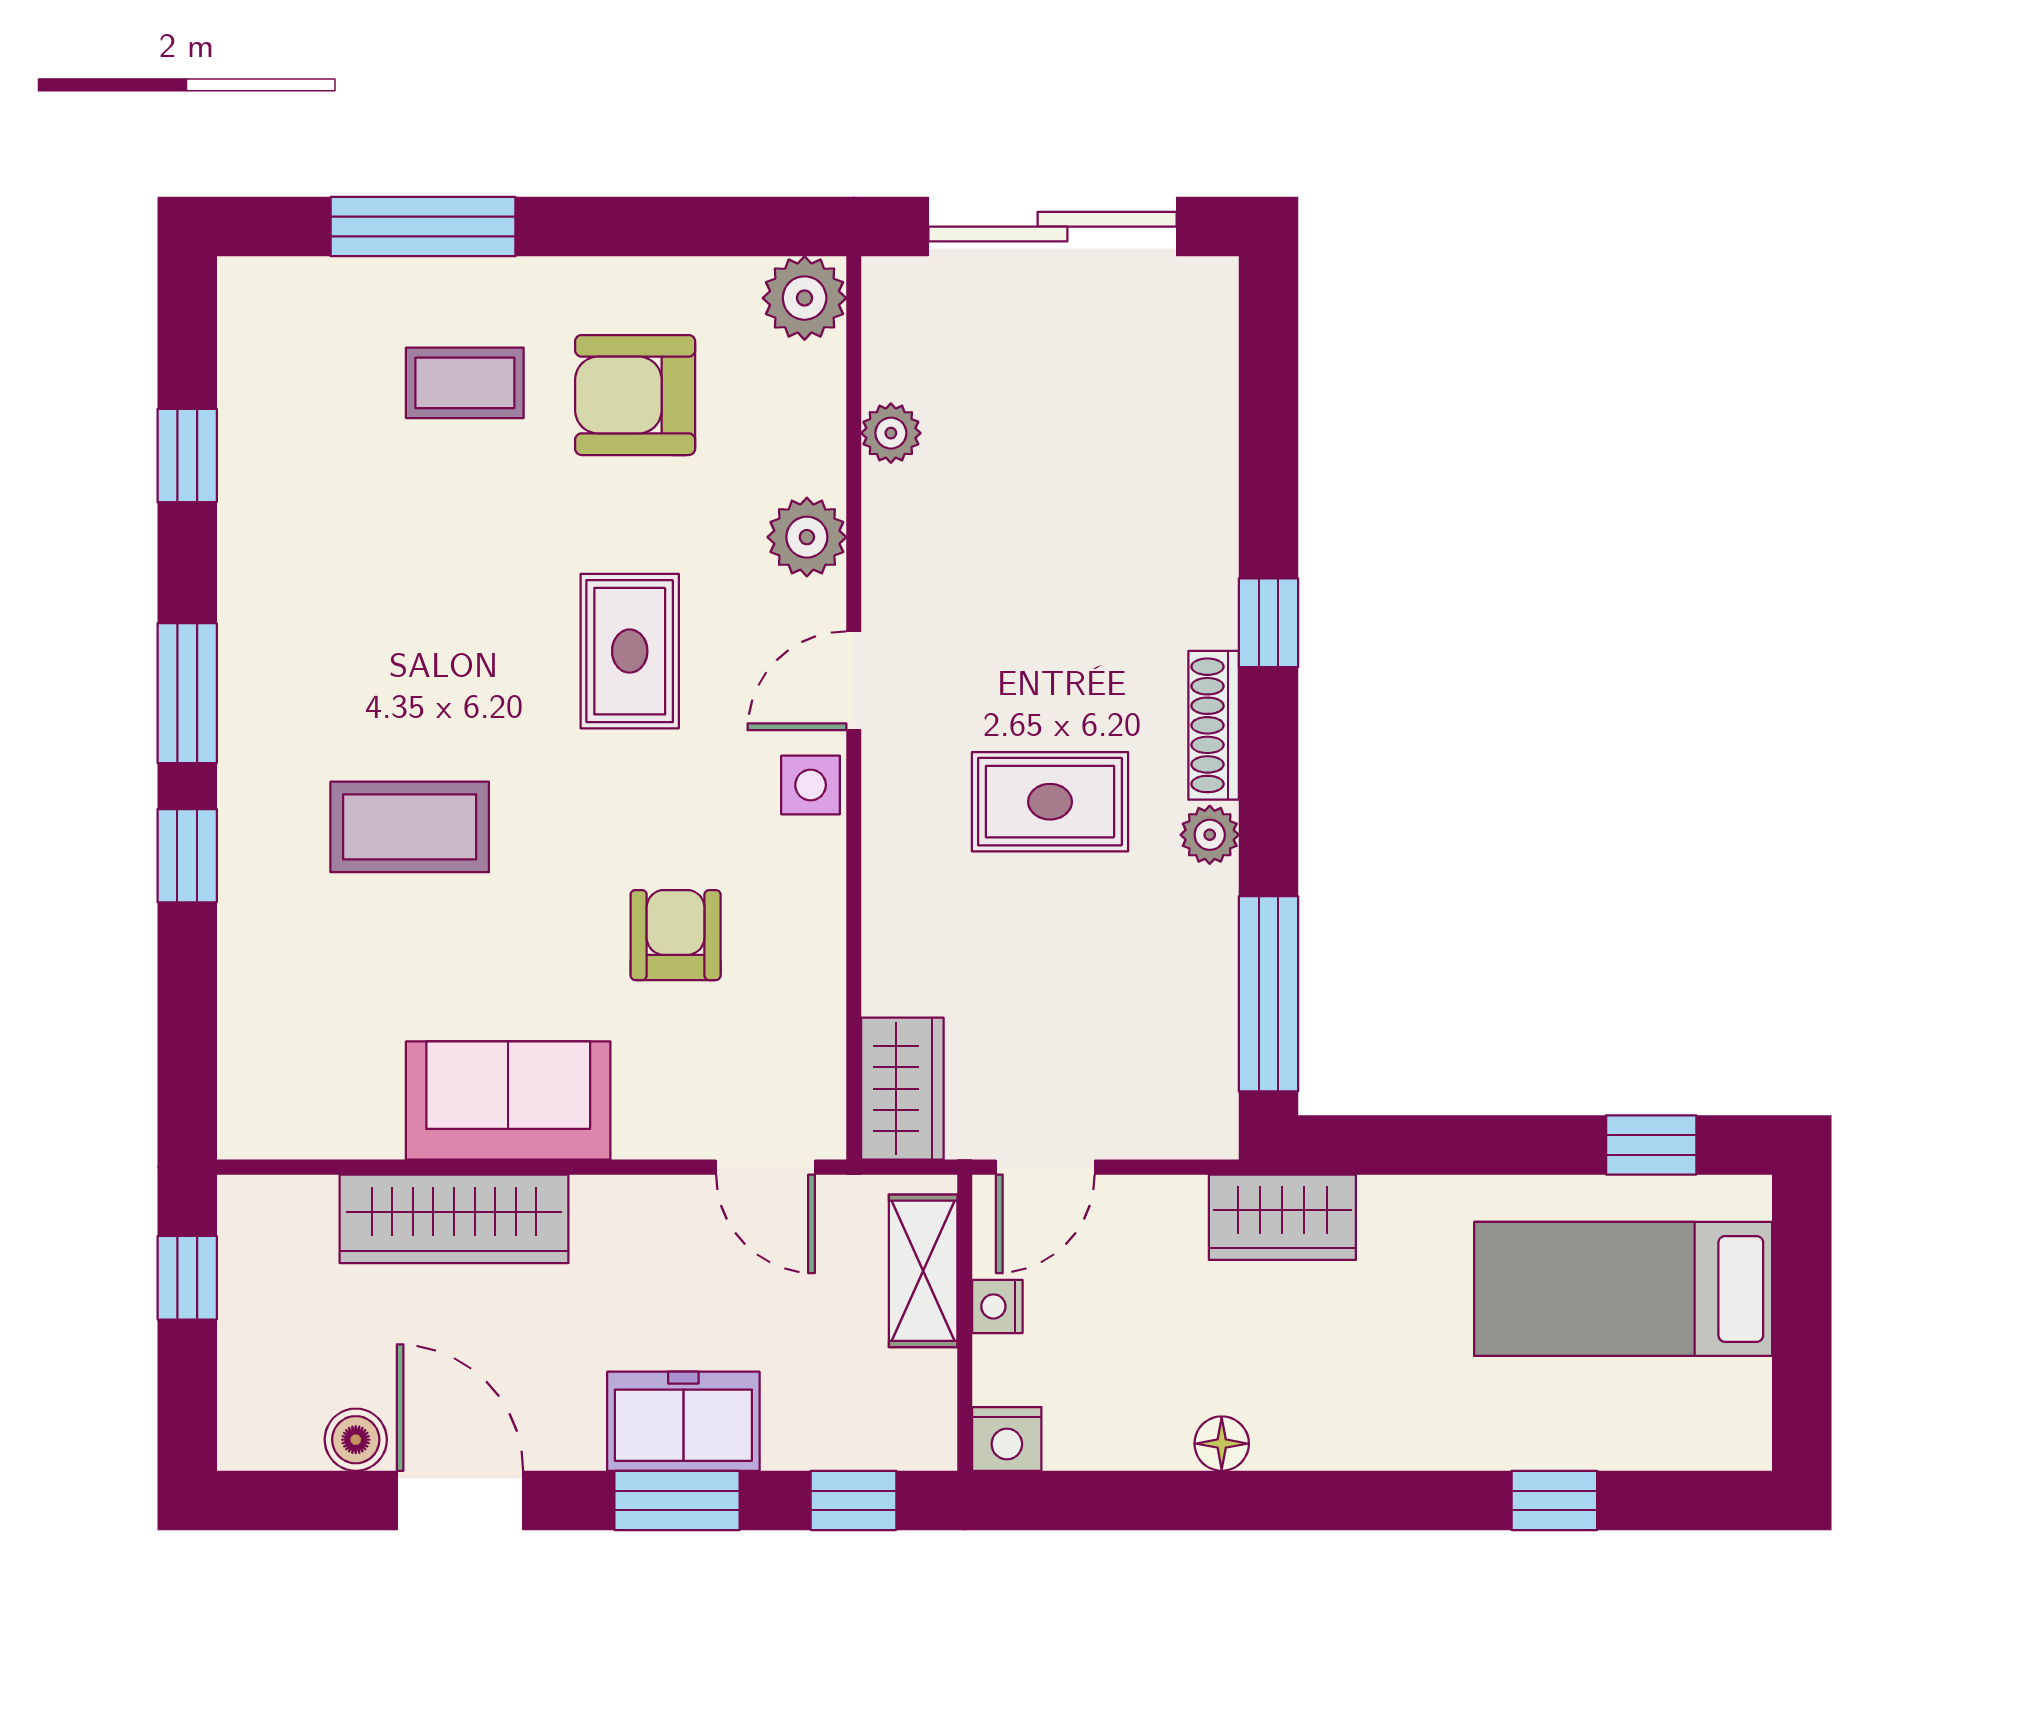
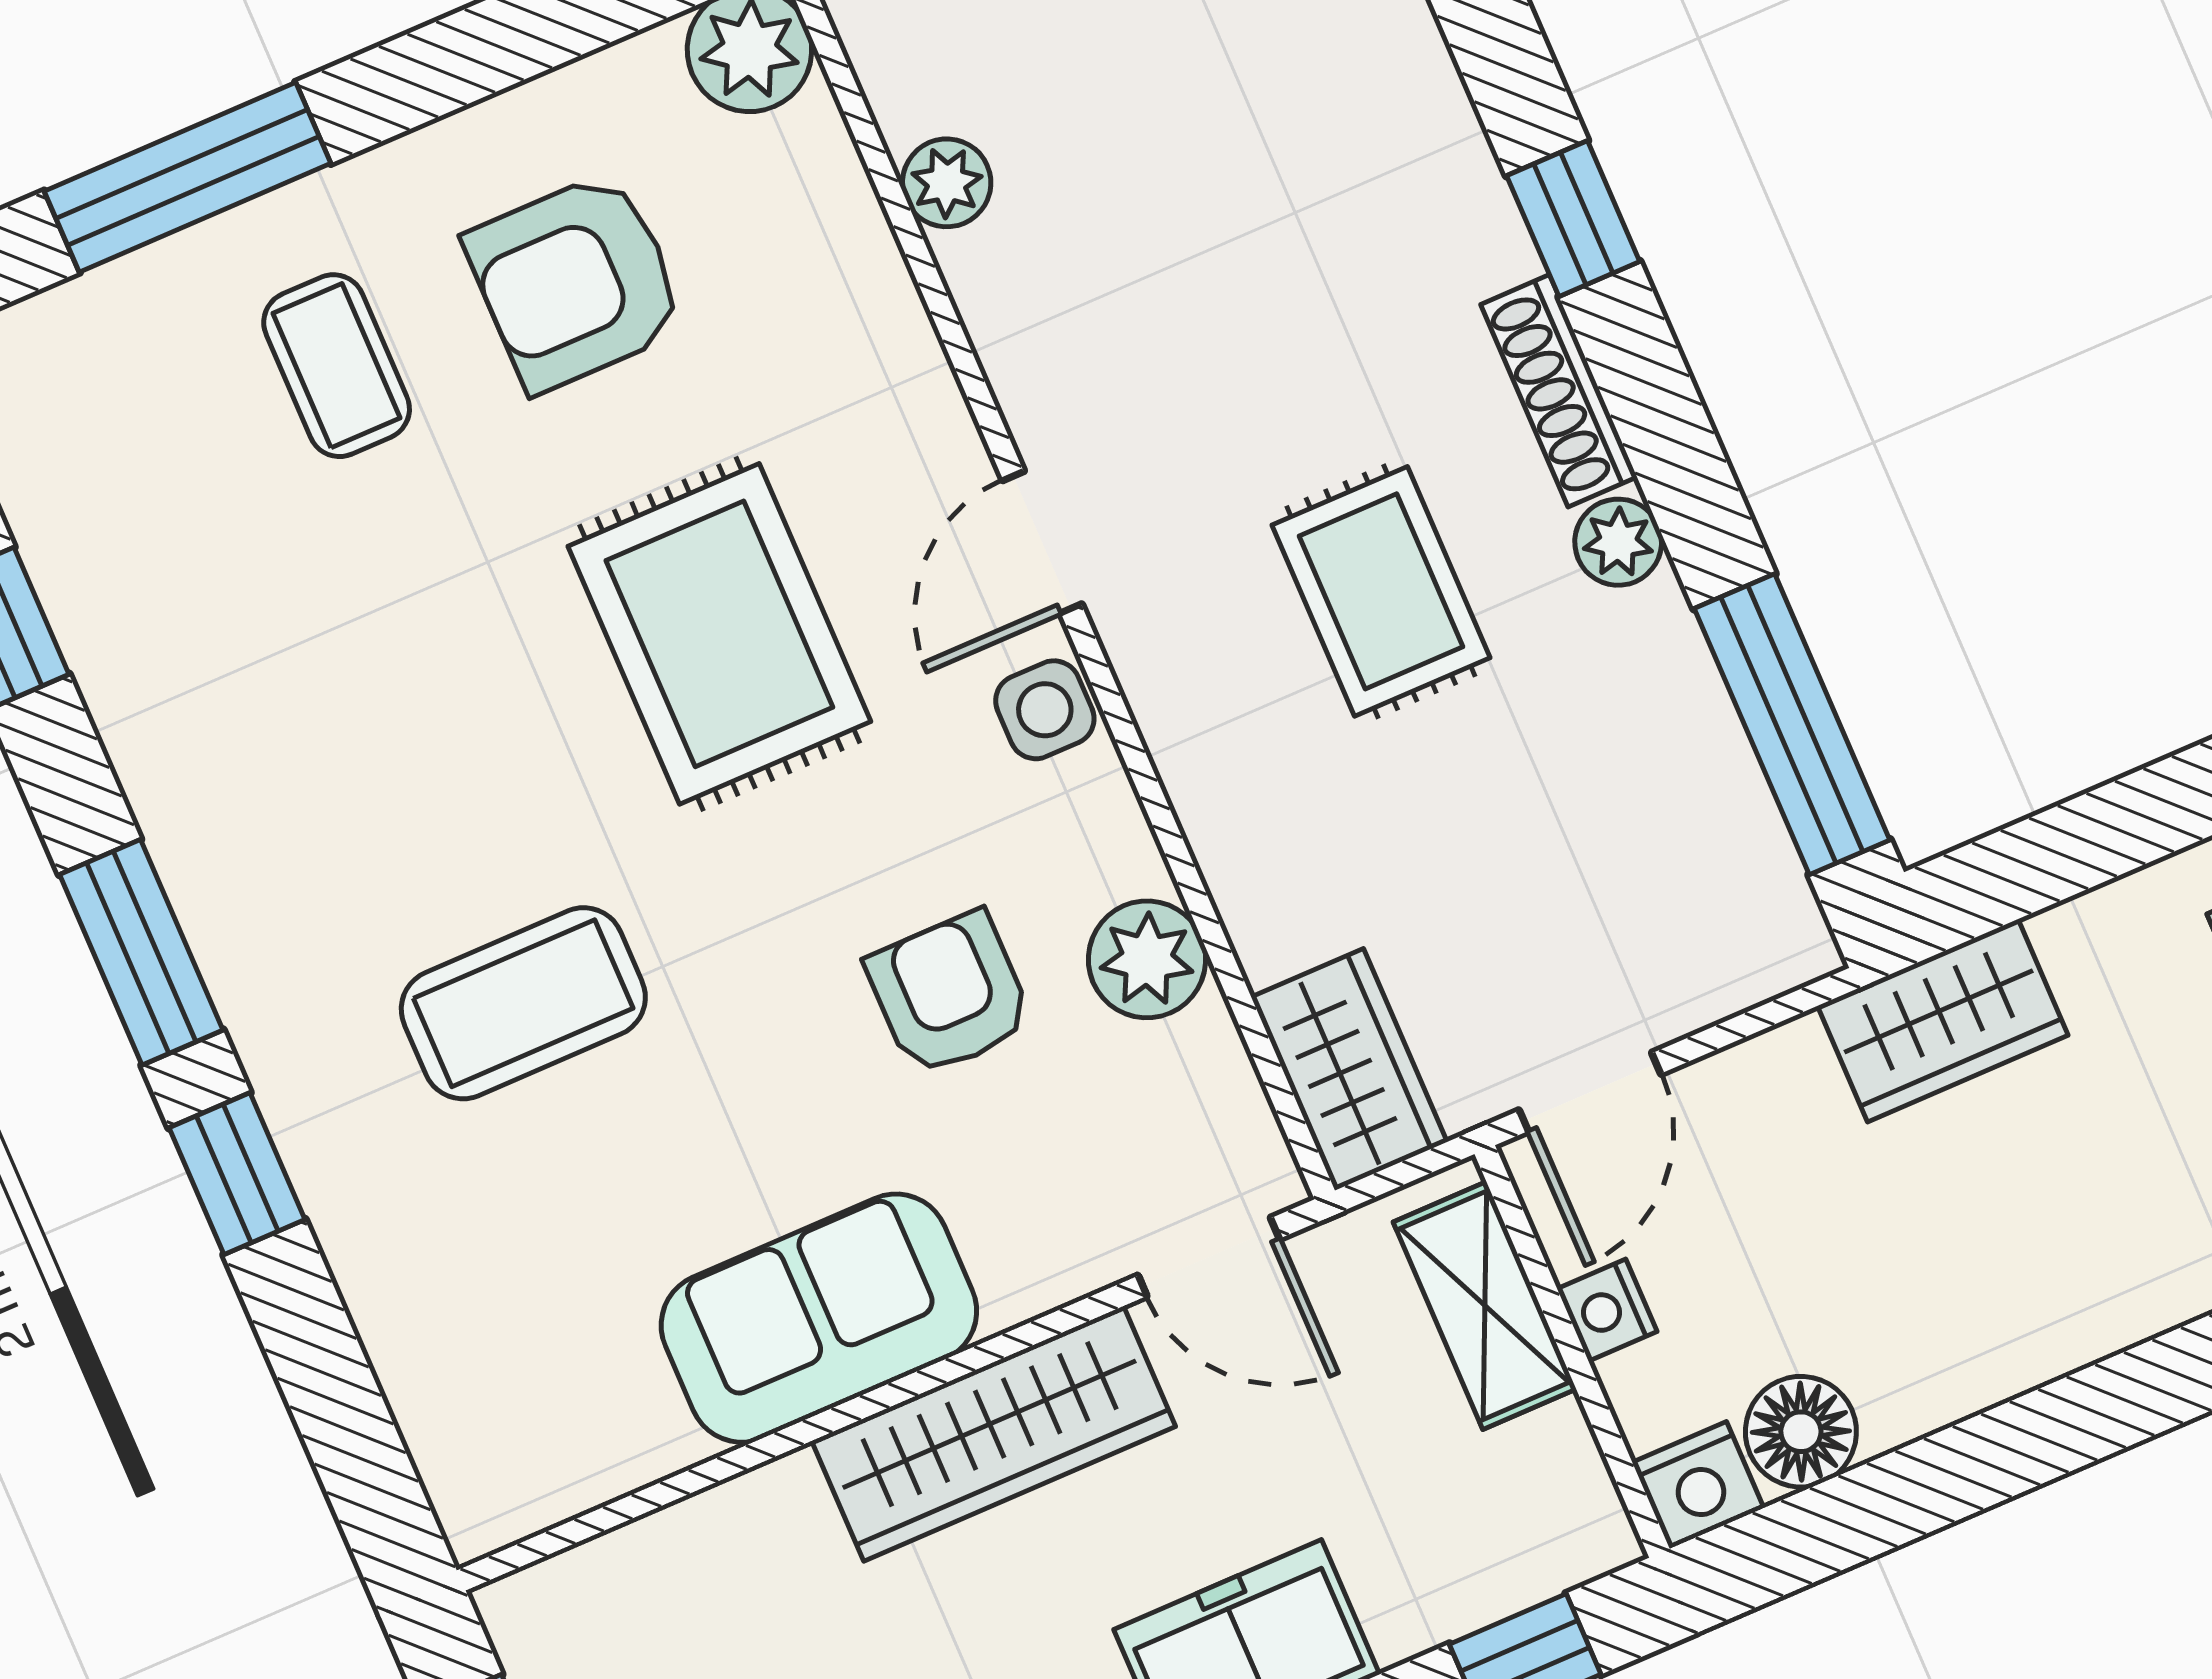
coffee table: (465, 383) -> (337, 366), turned 90
plant: (807, 537) -> (1147, 959), moved
rug: (630, 651) -> (719, 634), width x1.36, depth x1.43
rug: (1050, 802) -> (1381, 591), turned 90
wardrobe: (454, 1219) -> (994, 1434), moved
floor lamp: (1222, 1444) -> (1801, 1432), moved, width x1.37, depth x1.37

